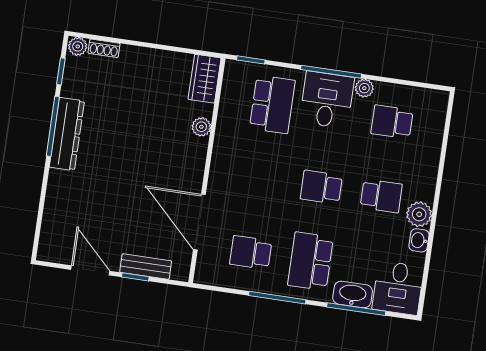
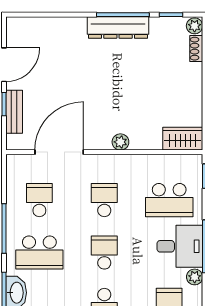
plant: (201, 127) -> (120, 142), moved
school desk: (261, 178) -> (104, 200), added
school desk: (311, 261) -> (39, 253), turned 180

